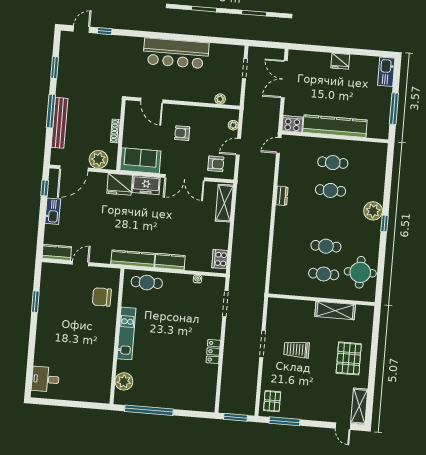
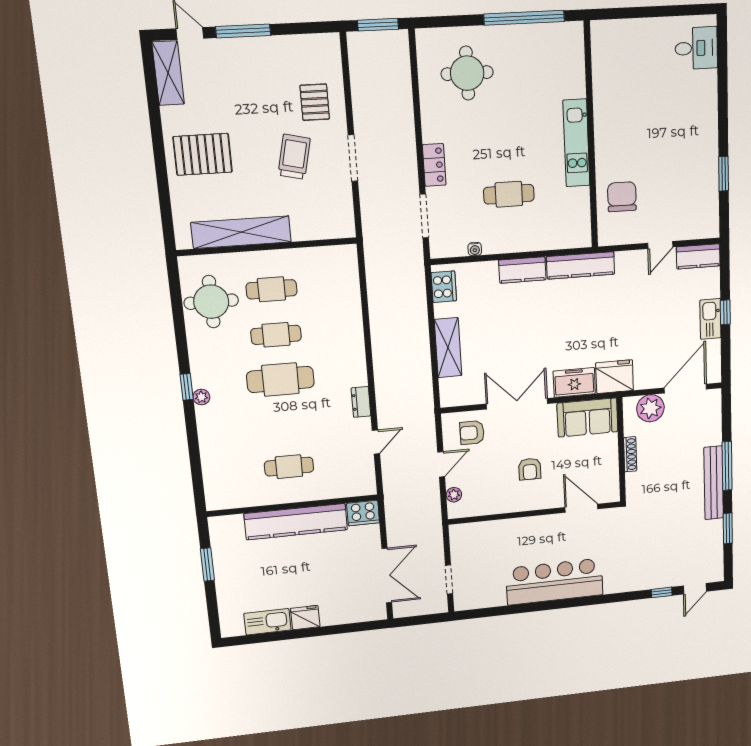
kitchen sink: (386, 72) -> (268, 622), moved, turned -90
plant: (220, 99) -> (480, 529), removed
window: (394, 109) -> (207, 564), width x0.69
bench: (59, 123) -> (714, 483), moved
armchair: (182, 133) -> (530, 469), turned 90
door: (279, 145) -> (376, 442), moved
window: (45, 188) -> (725, 312), moved
cafe table: (330, 190) -> (280, 379), moved, width x1.37, depth x1.35
shelving: (224, 203) -> (448, 348), moved
plant: (373, 211) -> (201, 397), width x0.53, depth x0.53
cafe table: (147, 283) -> (509, 194), moved
chair: (102, 297) -> (622, 197), turned -90
shelving: (335, 311) -> (241, 232), width x1.47
trolley: (297, 350) -> (294, 157), turned -77
locker: (213, 351) -> (434, 165), moved
pallet: (349, 358) -> (203, 154), turned 90
plant: (124, 381) -> (571, 62), removed
round table: (187, 383) -> (467, 73), added
pallet: (272, 401) -> (315, 102), moved
window: (284, 421) -> (243, 31), moved

